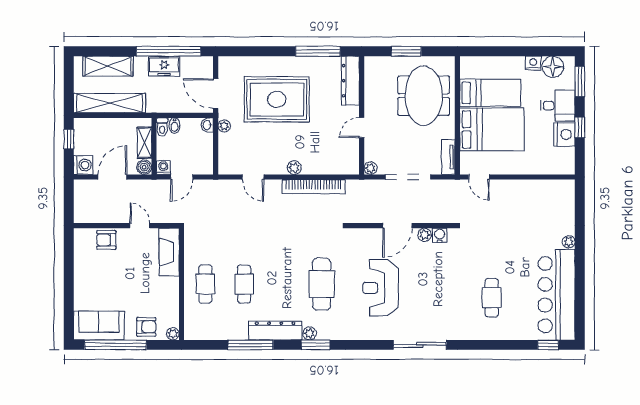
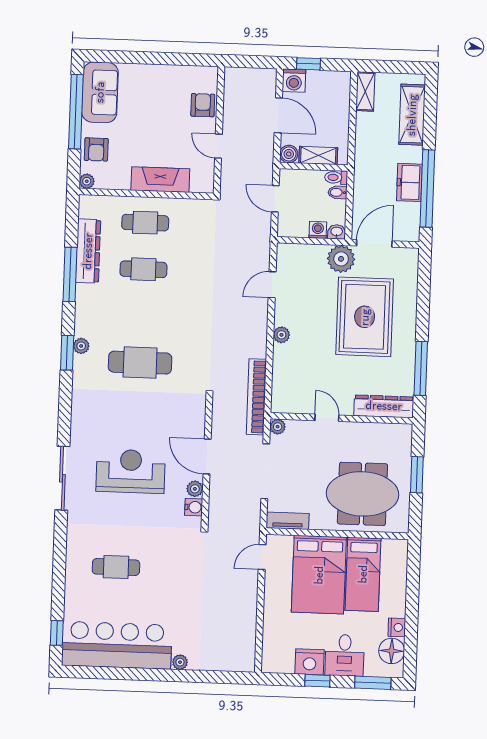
shelving: (110, 103) -> (365, 91), width x0.45, depth x0.75
plant: (224, 126) -> (341, 259), width x1.88, depth x1.88
window: (69, 139) -> (309, 64), moved
washing machine: (163, 168) -> (318, 230), moved, turned -90
bookcase: (313, 187) -> (256, 397), moved
door: (140, 226) -> (218, 146), swing flipped
fireplace: (169, 252) -> (160, 180), moved
reception desk: (380, 288) -> (131, 471), moved
dresser: (275, 331) -> (88, 251), moved

